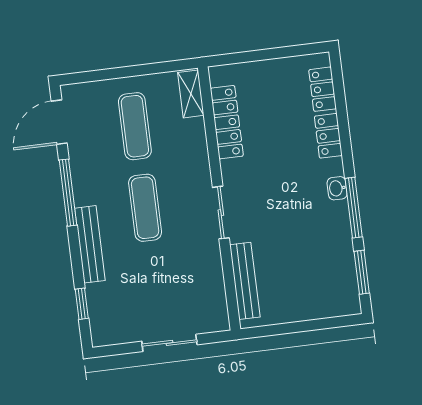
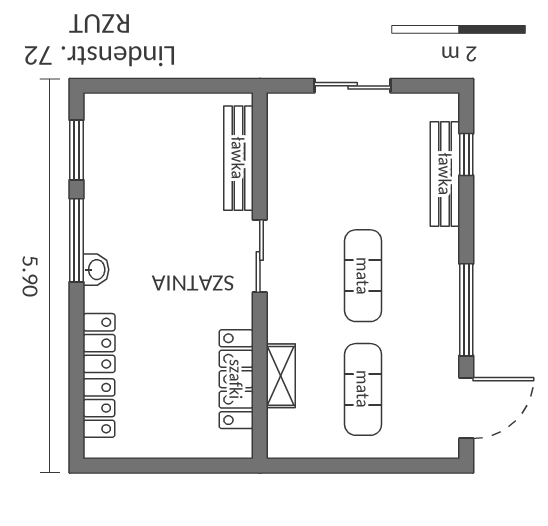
shelving: (191, 94) -> (281, 376), moved
bench: (90, 244) -> (445, 174), moved

